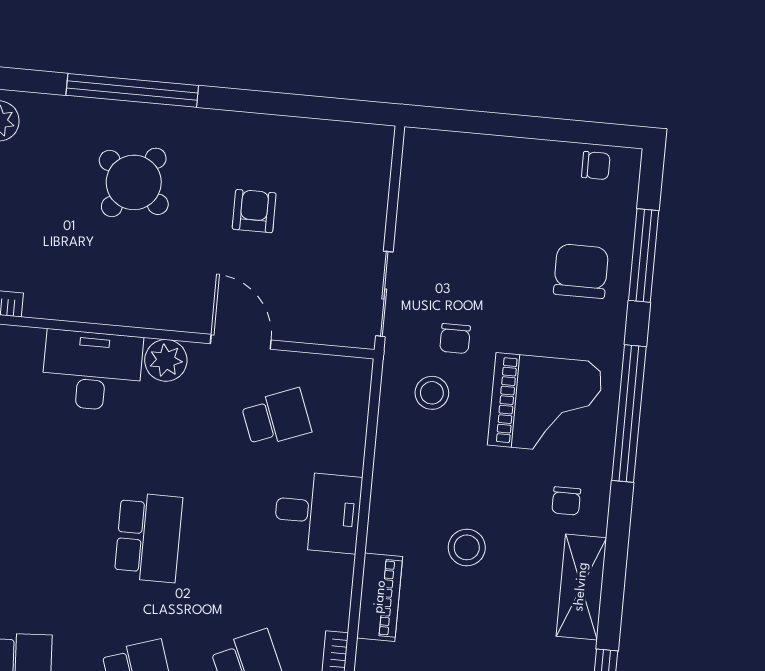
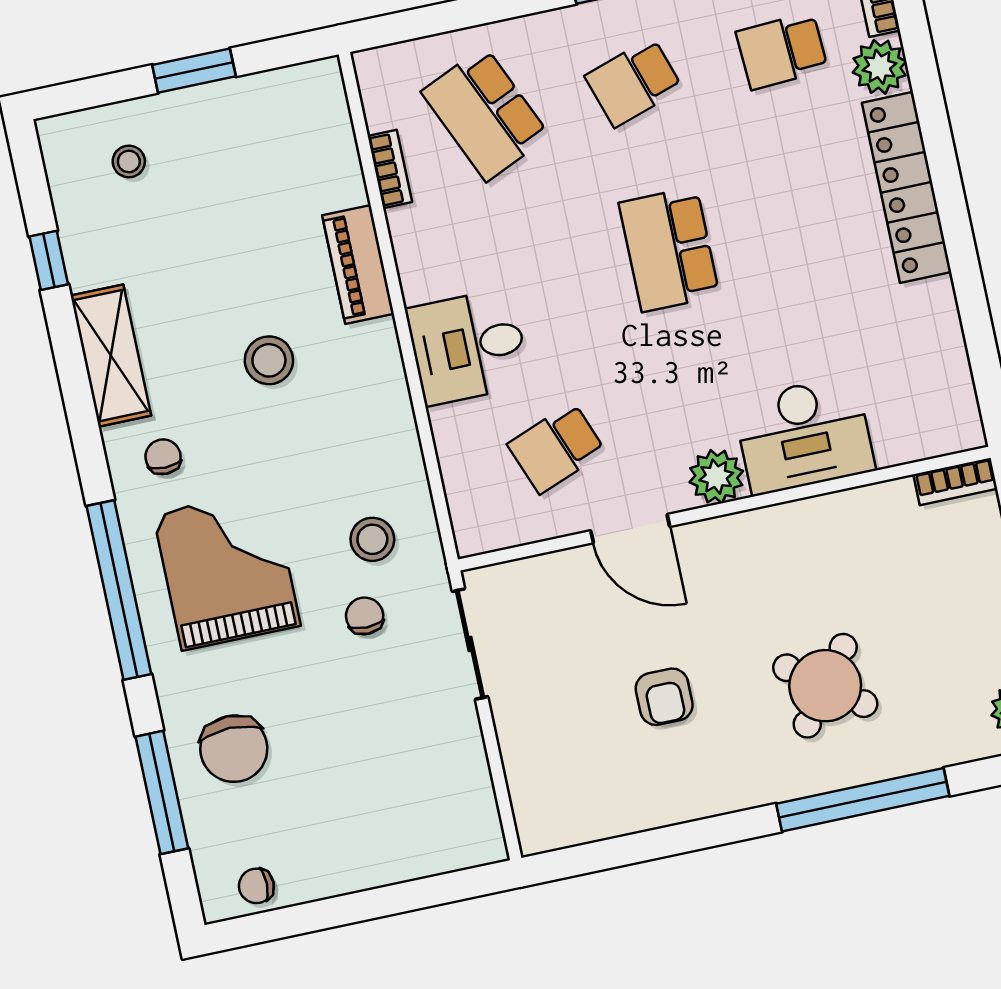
grand piano: (545, 404) -> (227, 570), turned 90

